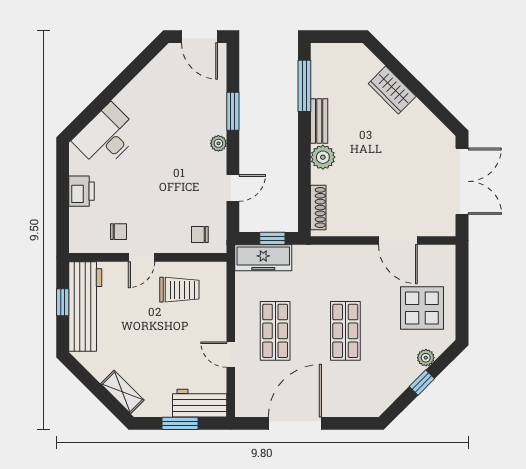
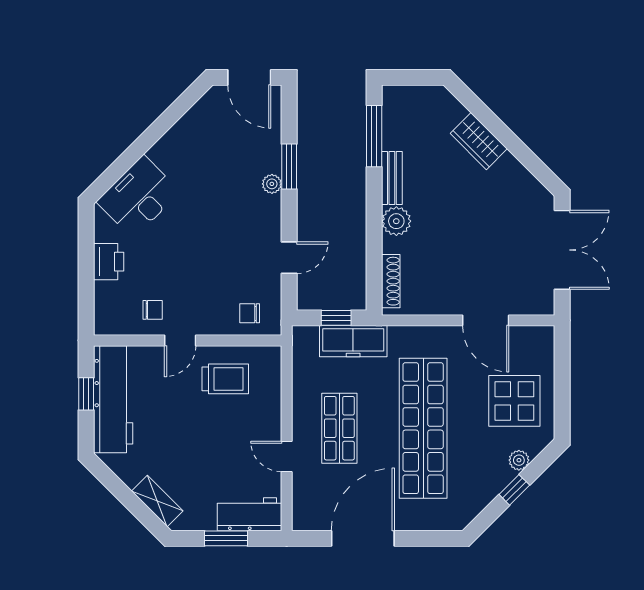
plant: (218, 143) -> (272, 184), moved
freezer: (263, 258) -> (353, 341), moved
shop shelf: (345, 331) -> (423, 428), width x2.00, depth x1.36

